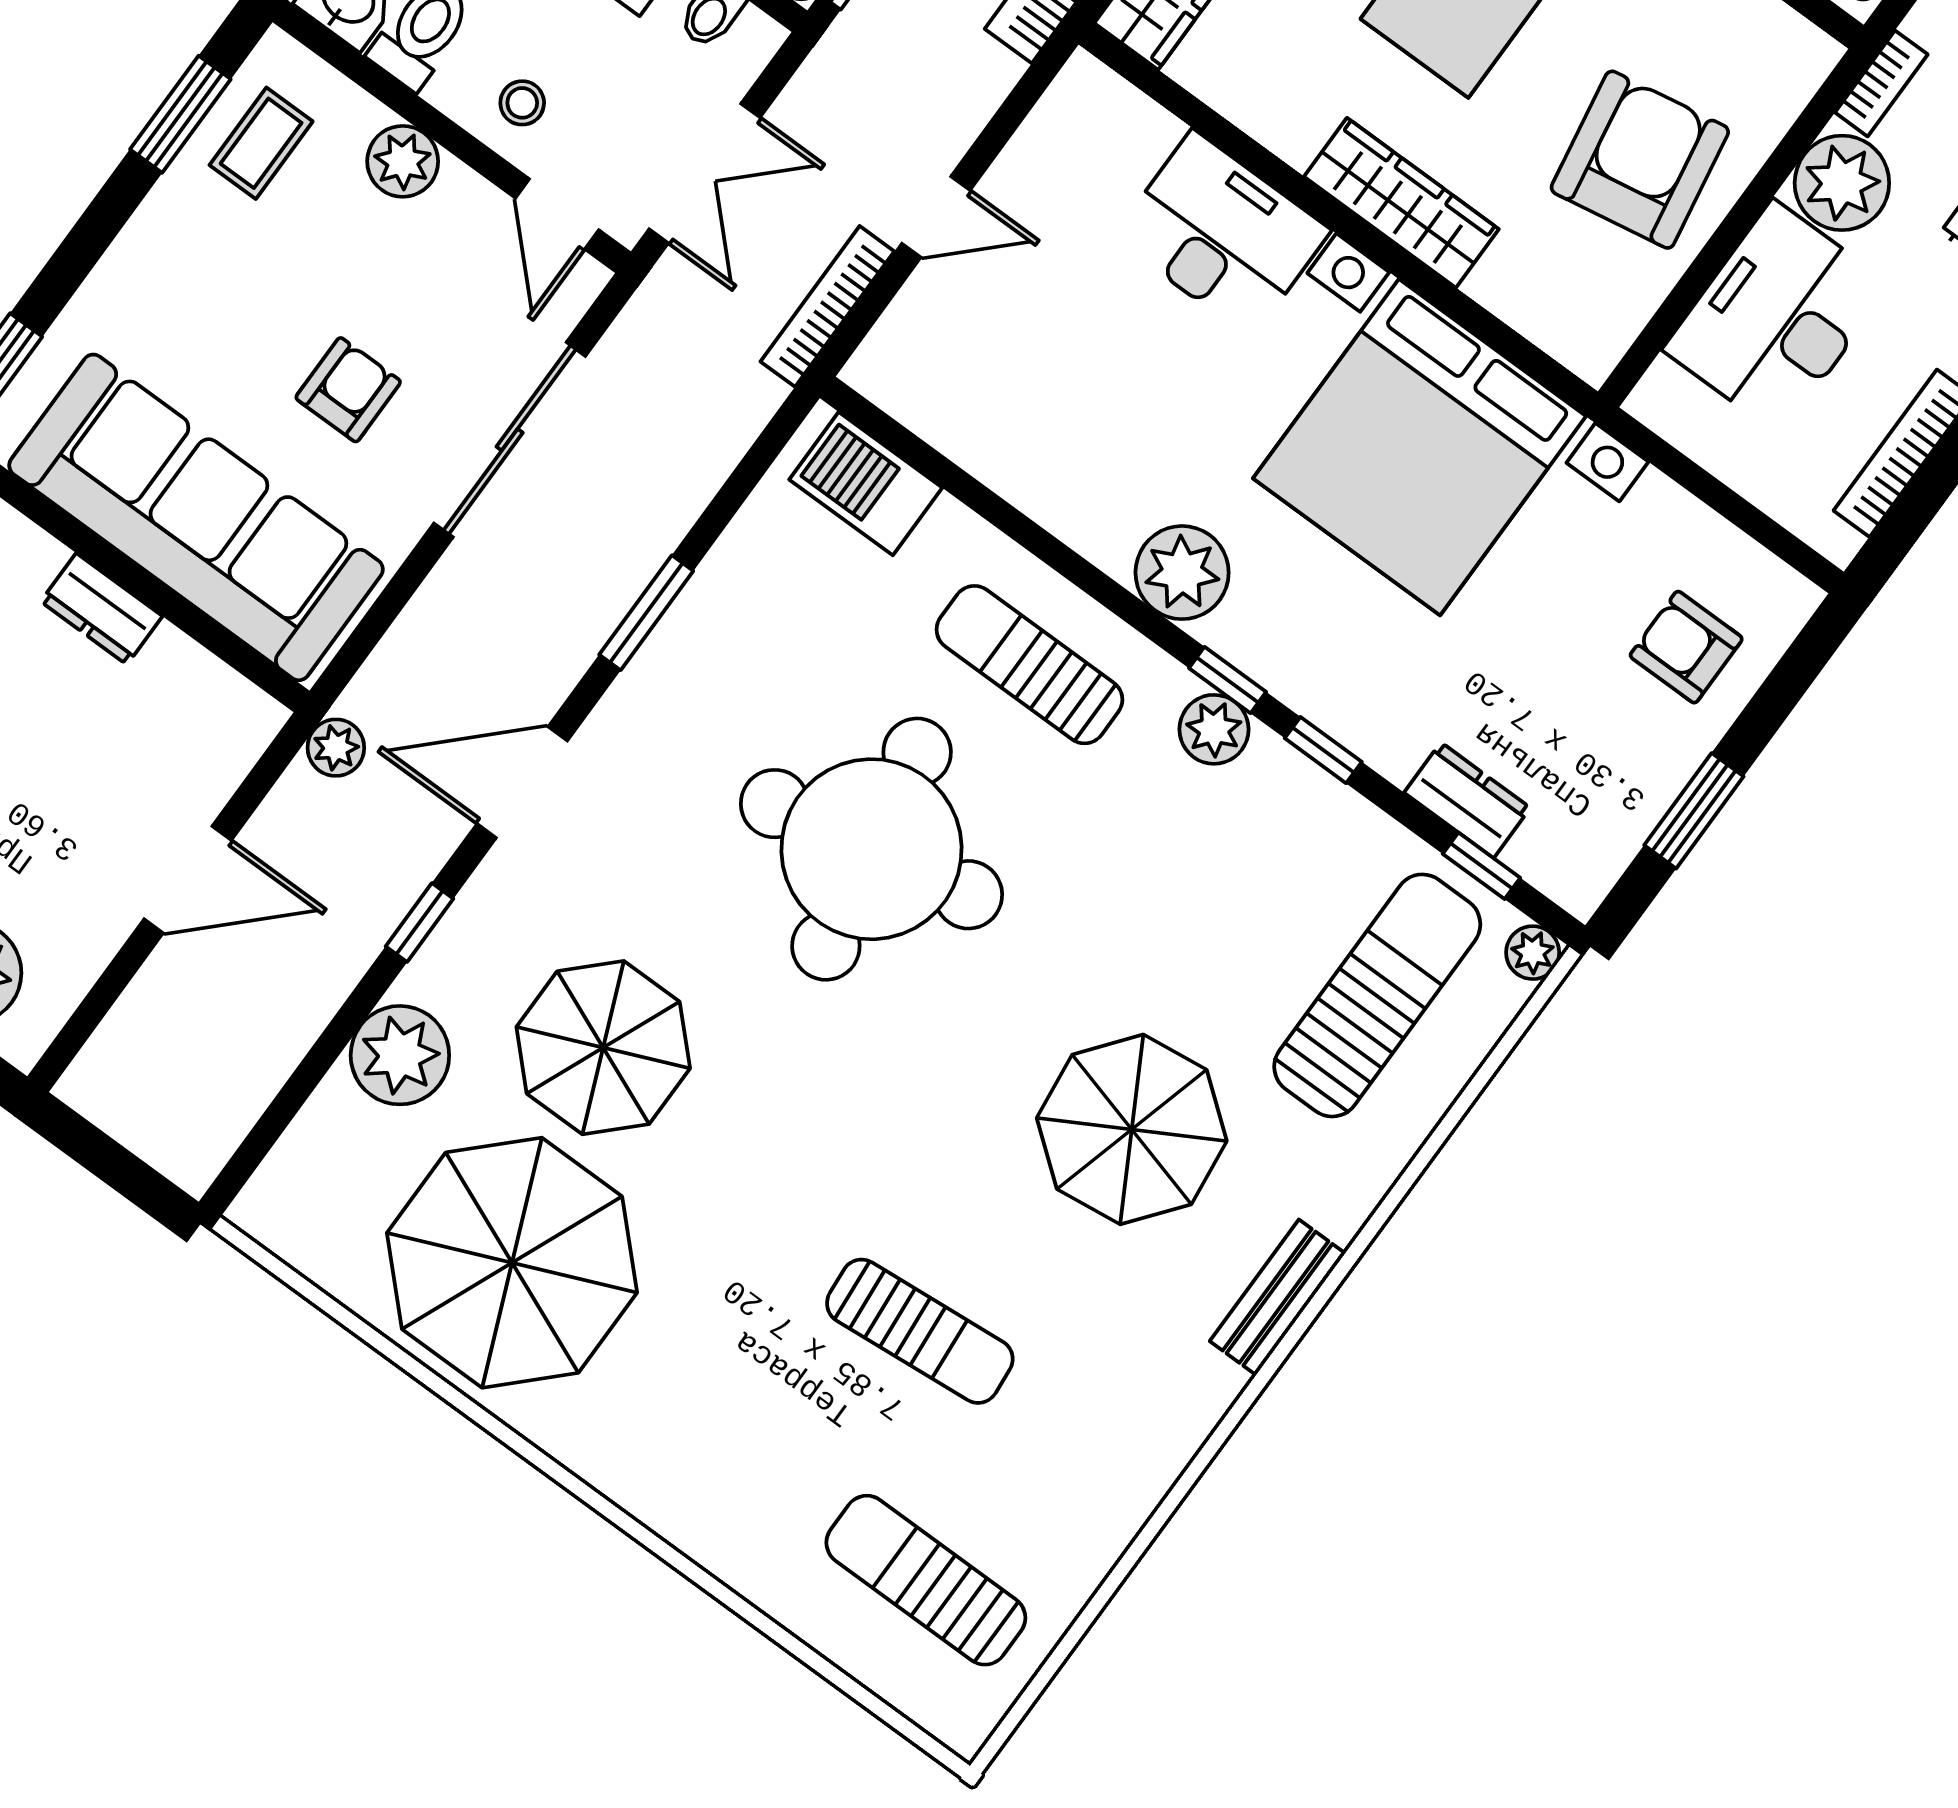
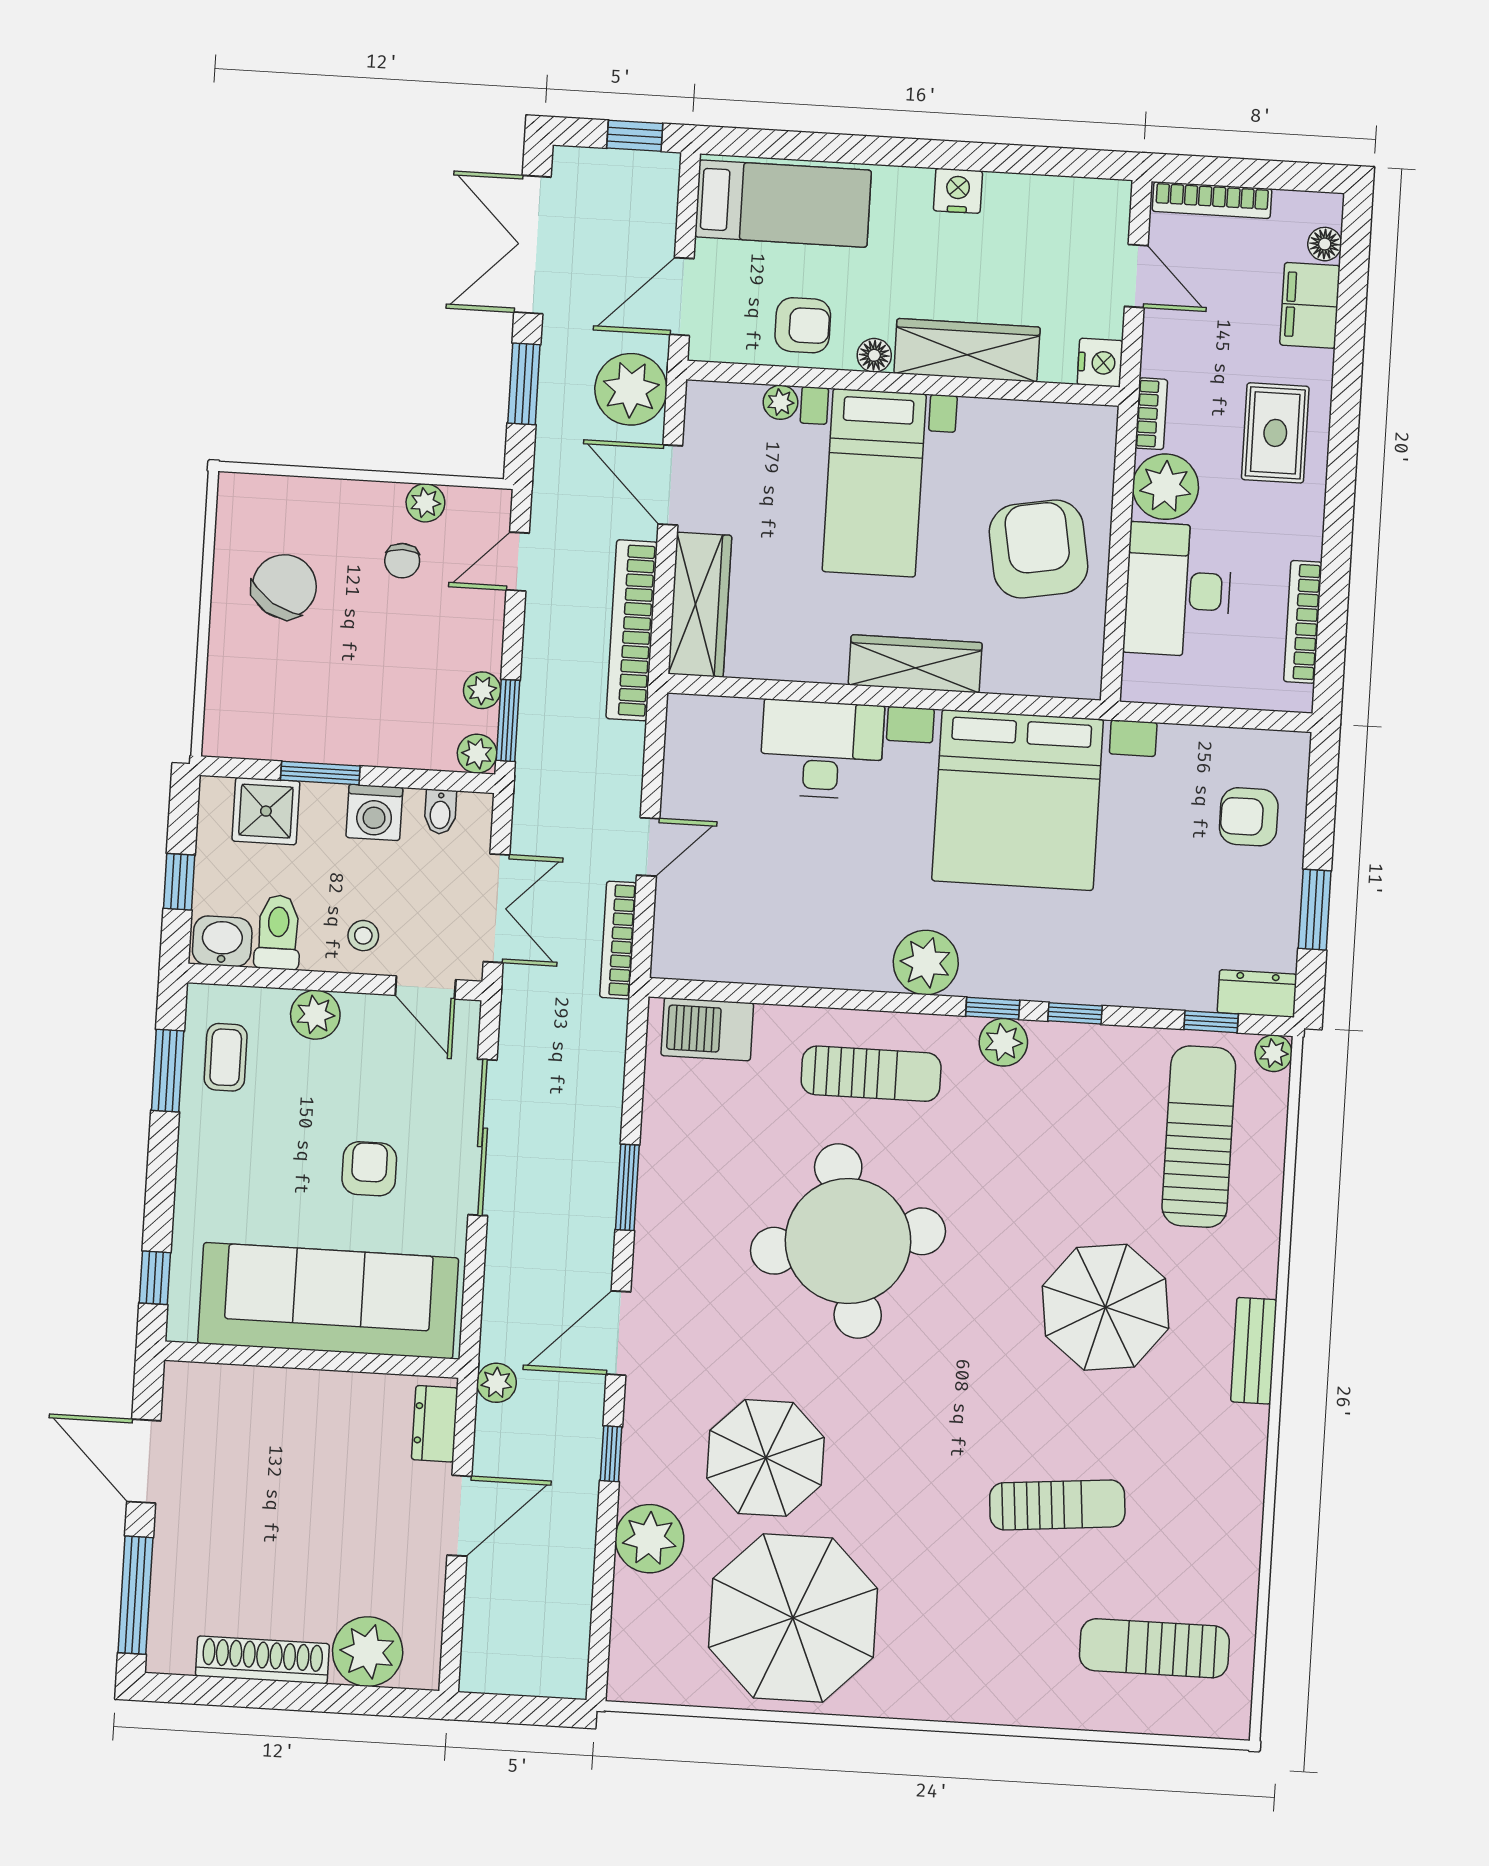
dresser: (101, 609) -> (435, 1424), moved, turned 90
sun lounger: (1029, 665) -> (871, 1074), turned 180
dresser: (1467, 800) -> (1257, 993), moved

